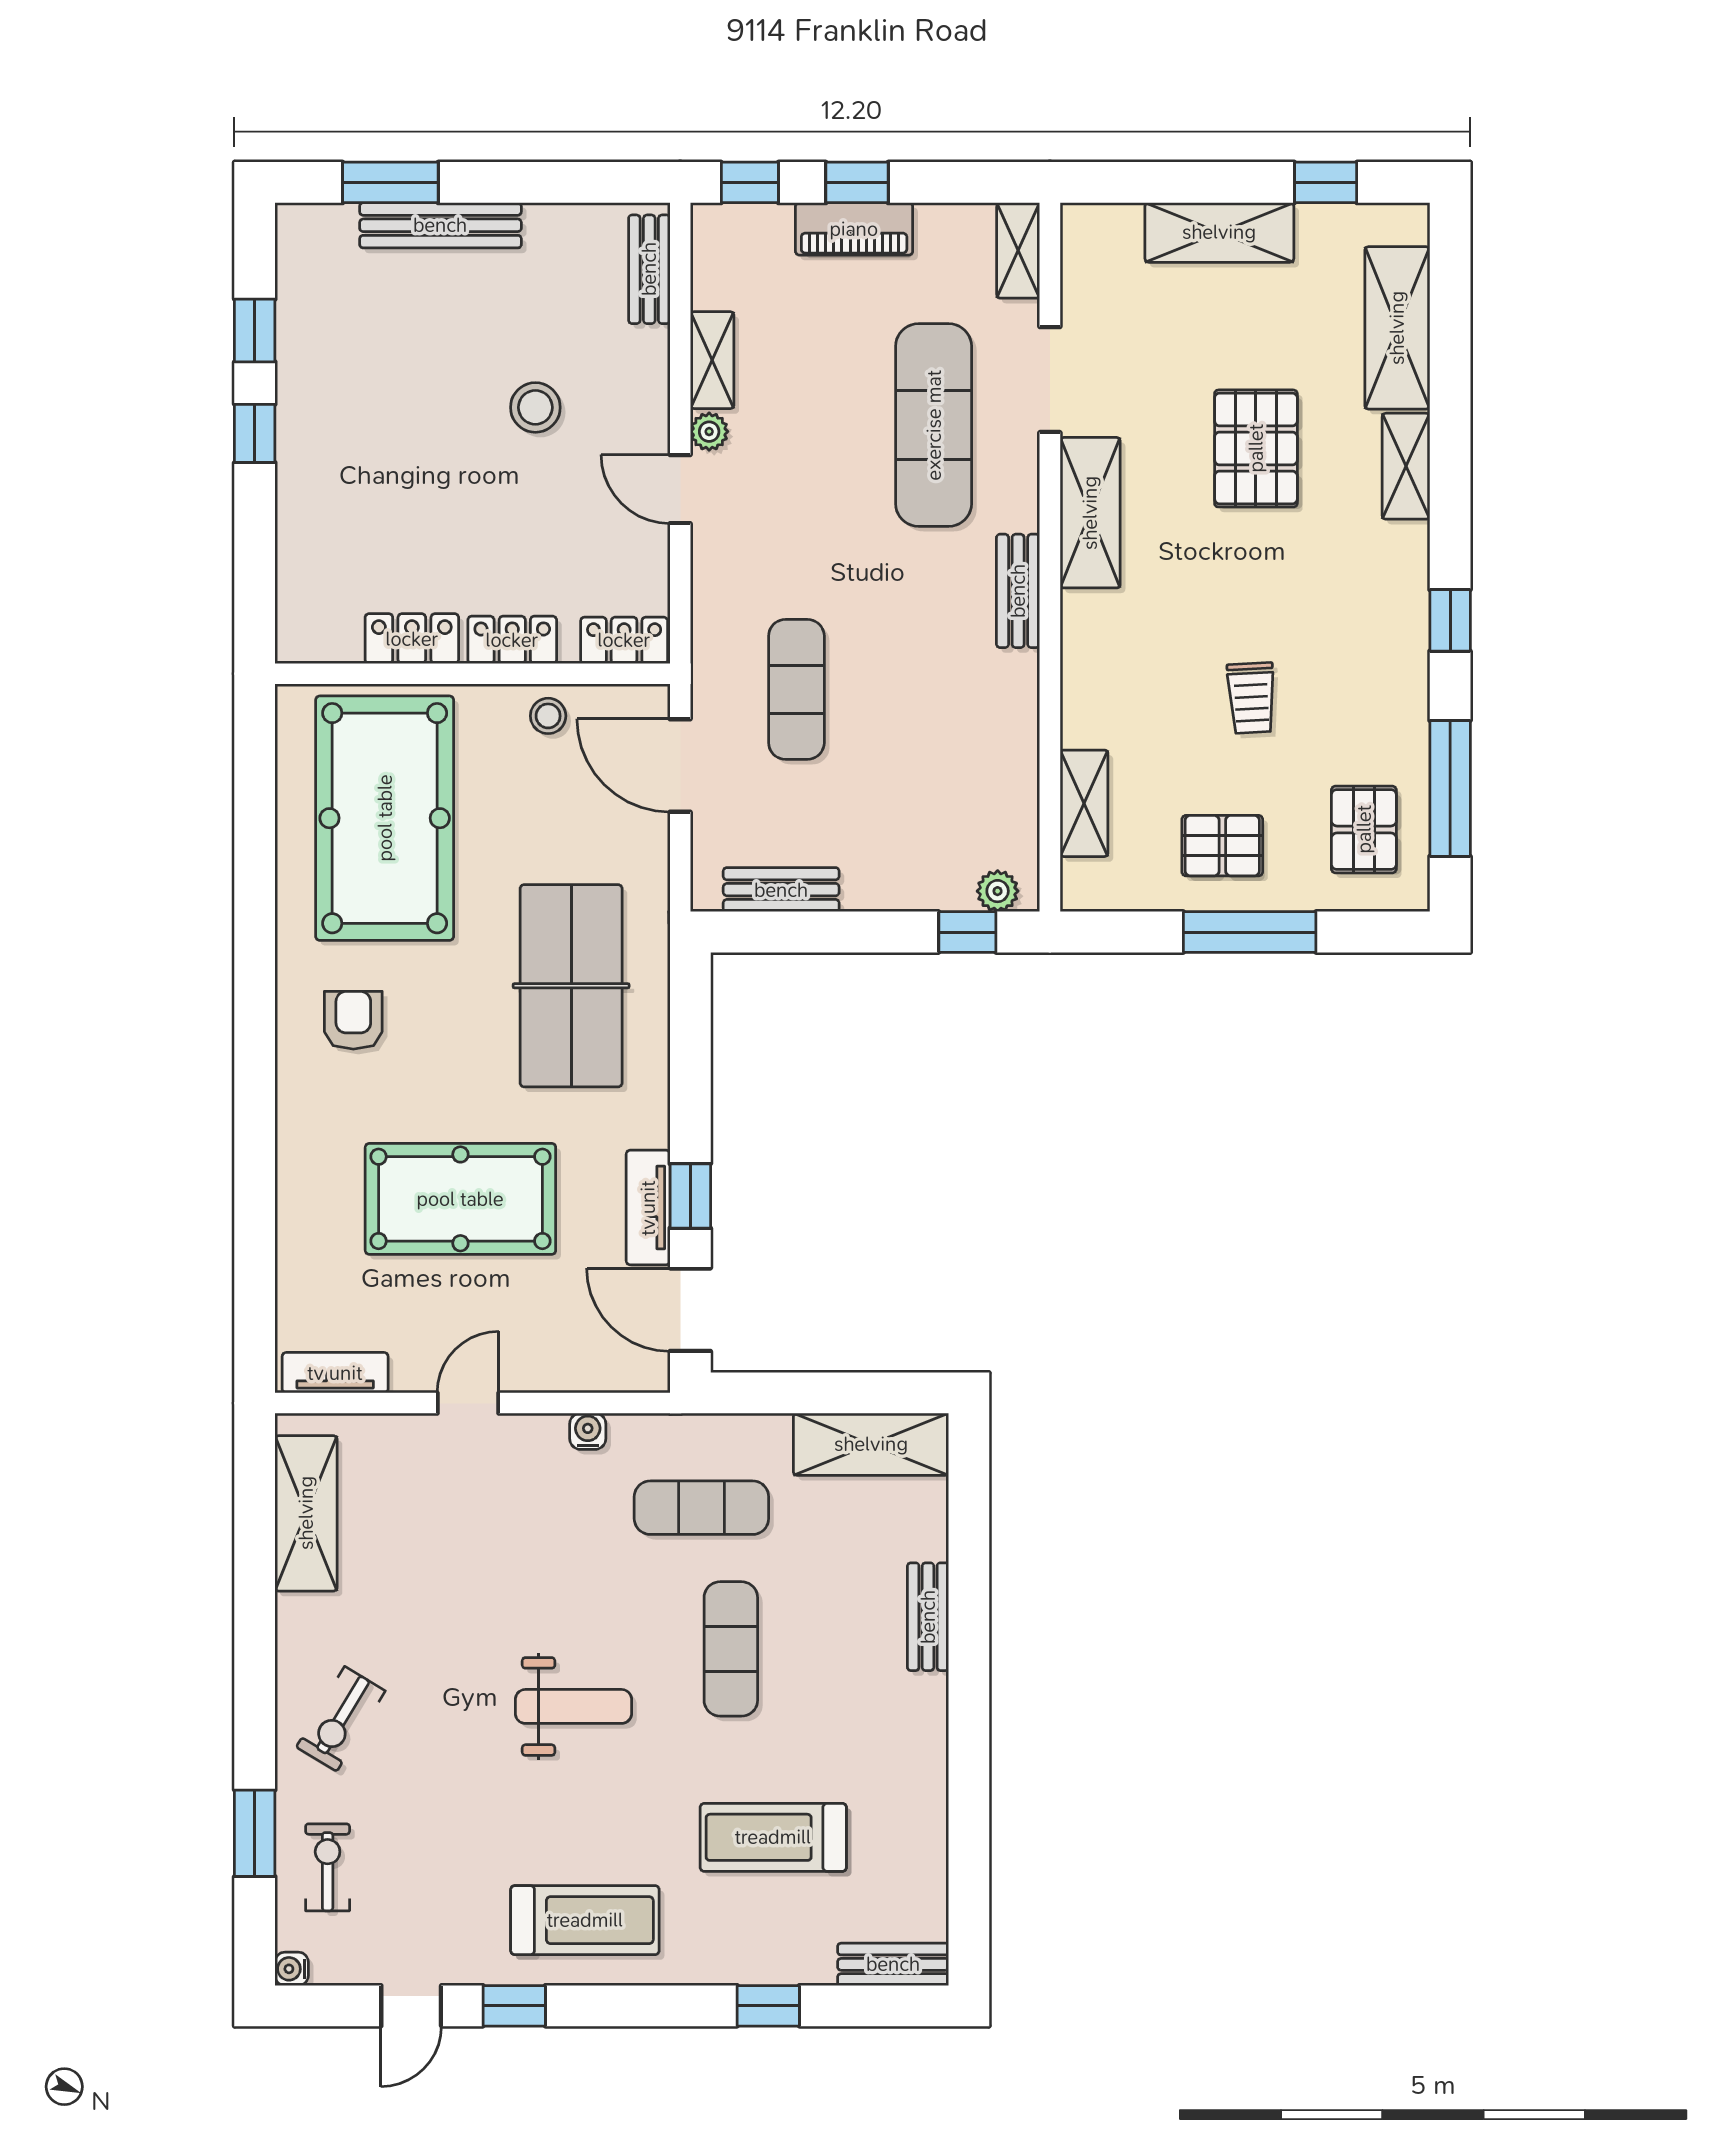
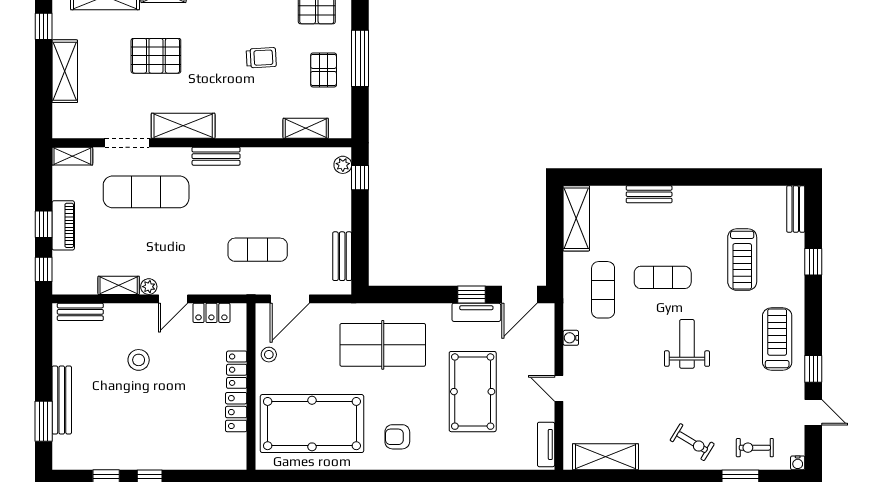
locker: (624, 640) -> (211, 313), moved, turned -90

